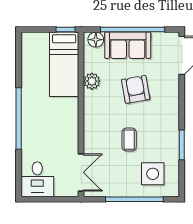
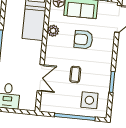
armchair: (136, 89) -> (83, 40), turned -80
double door: (81, 172) -> (41, 78), moved

